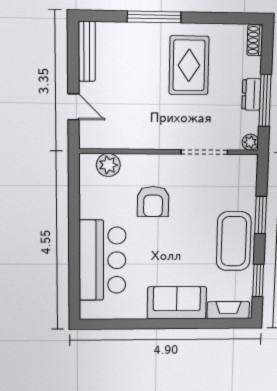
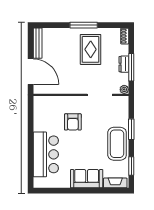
window: (154, 17) -> (84, 25), moved
door: (73, 107) -> (31, 72), width x1.87
plant: (108, 165) -> (49, 102), removed

